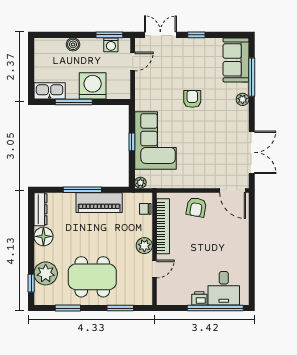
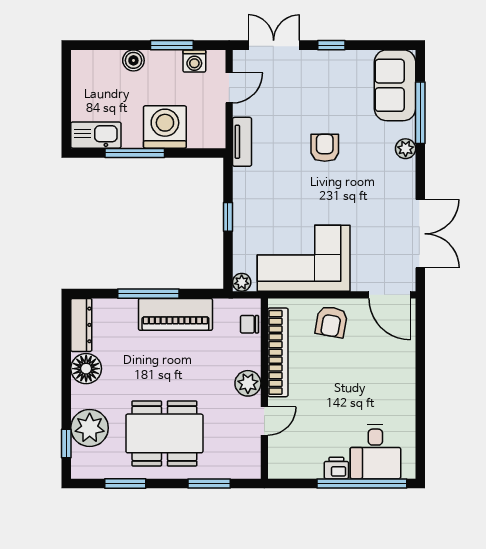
window: (109, 35) -> (172, 45), moved
tv unit: (141, 95) -> (242, 142), added
corner sofa: (155, 140) -> (304, 258), moved, turned -90

